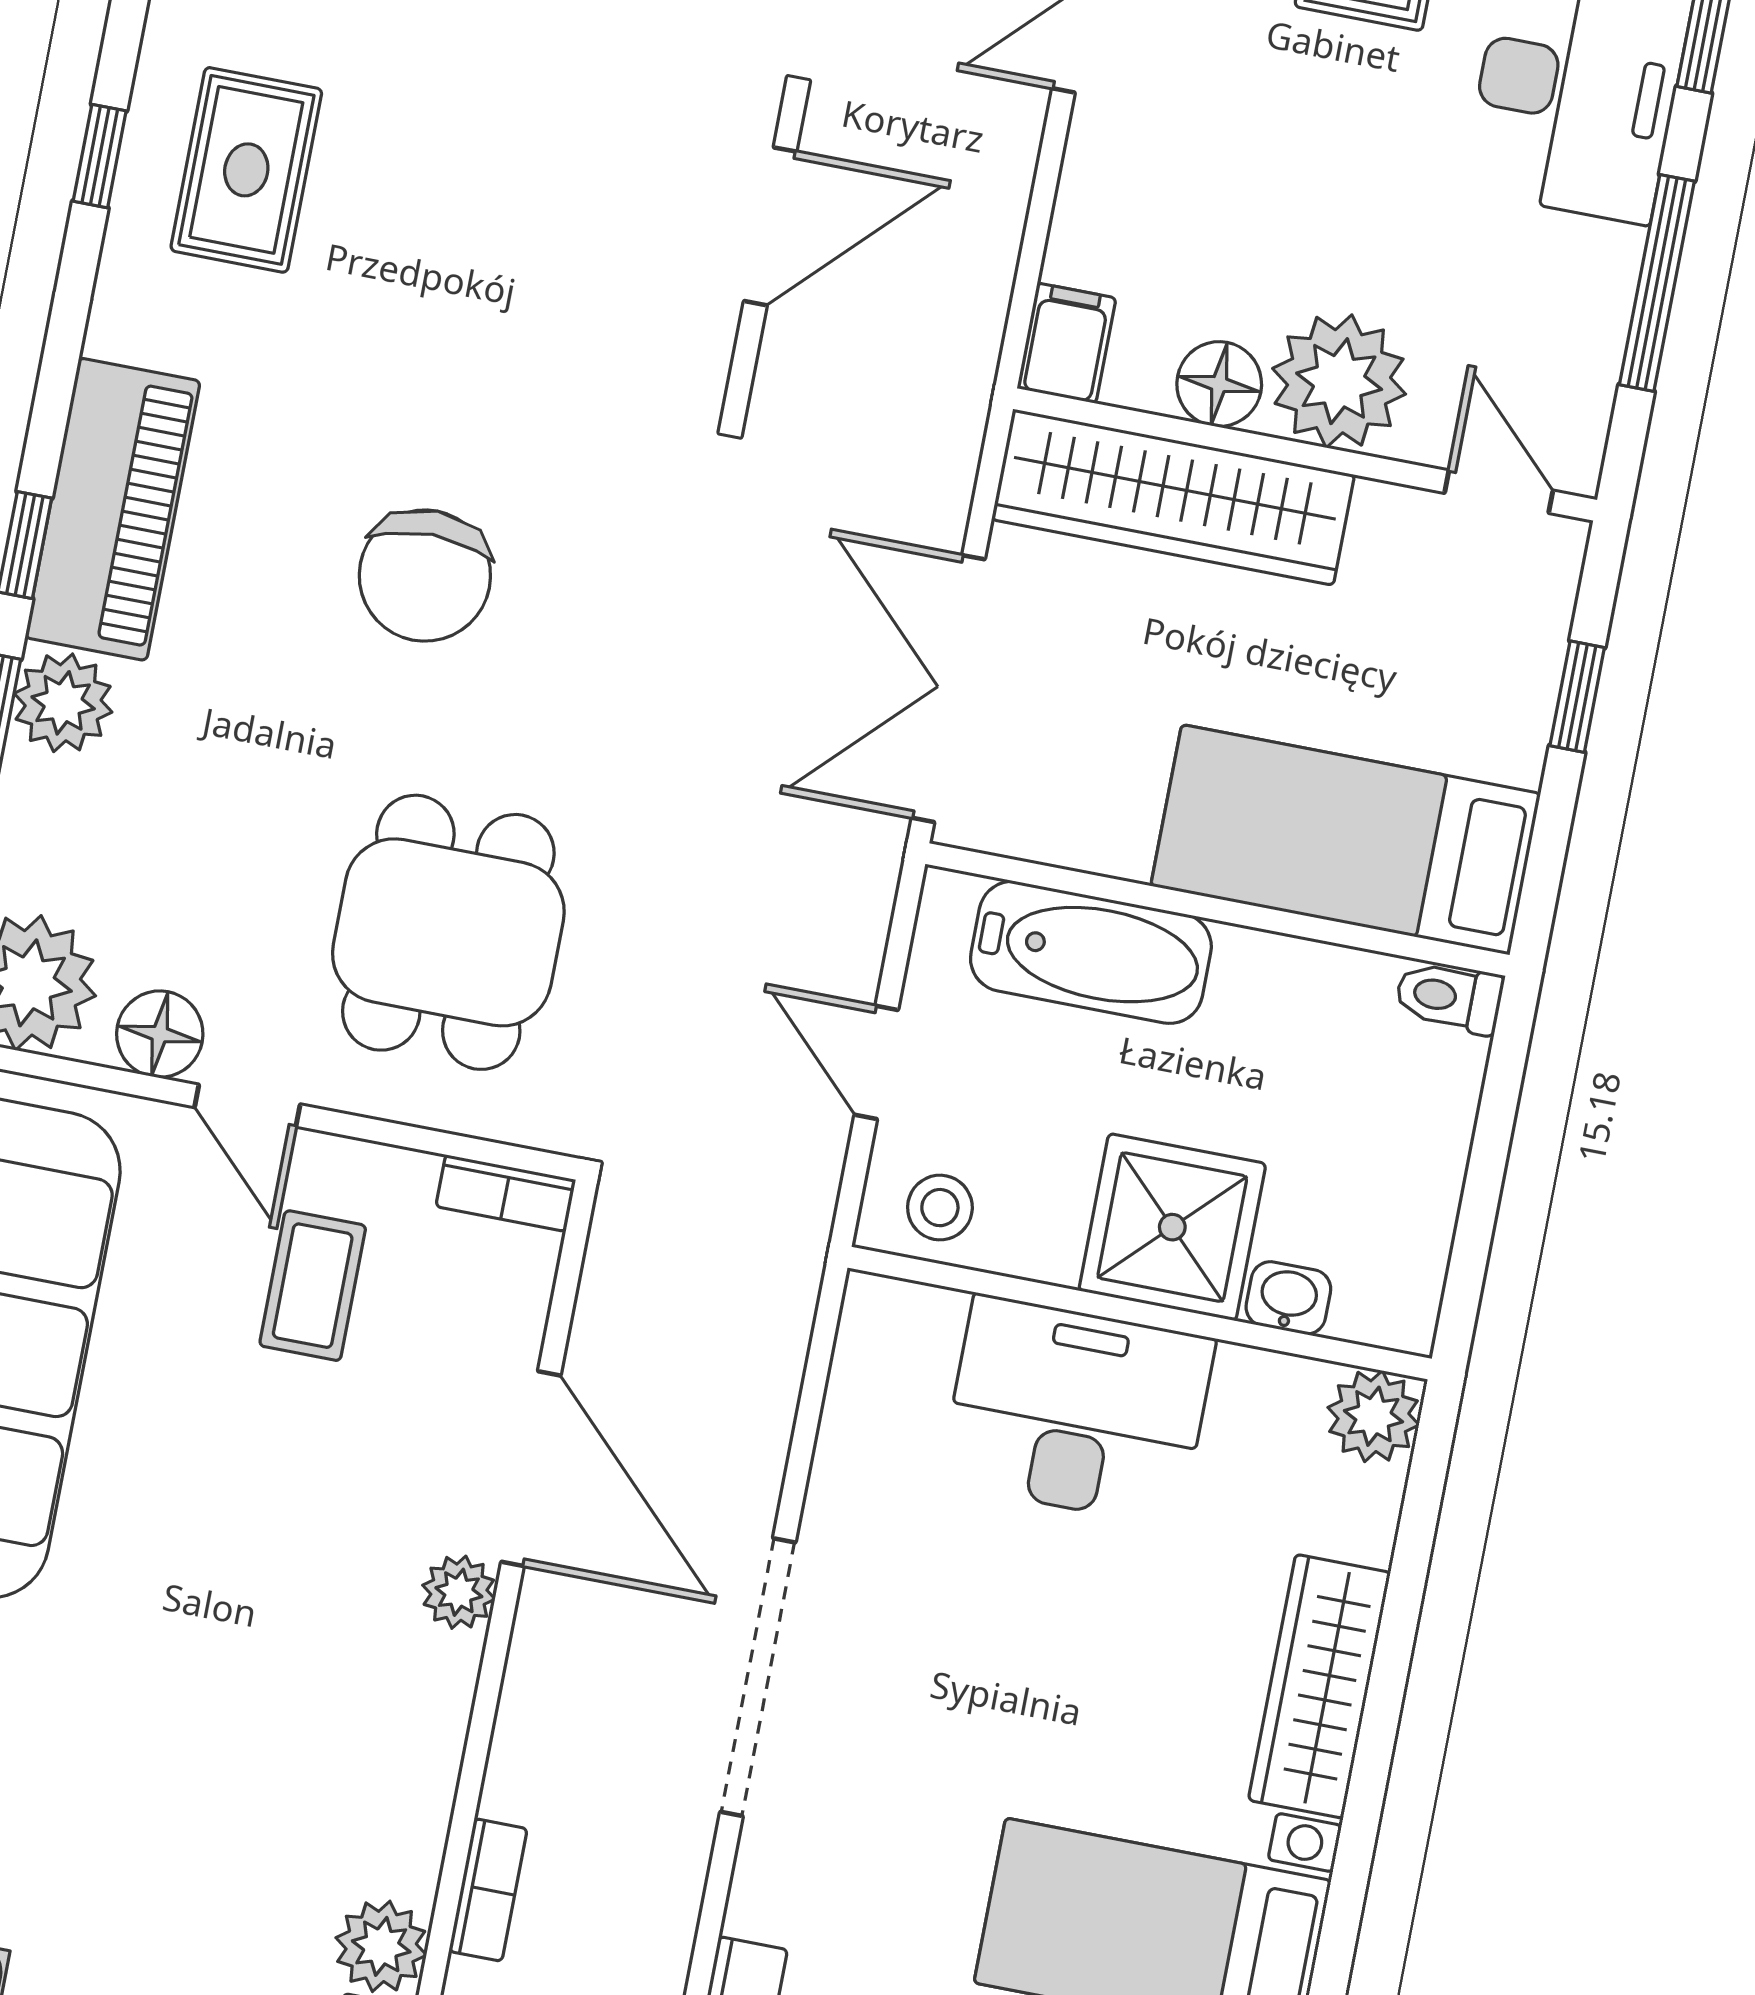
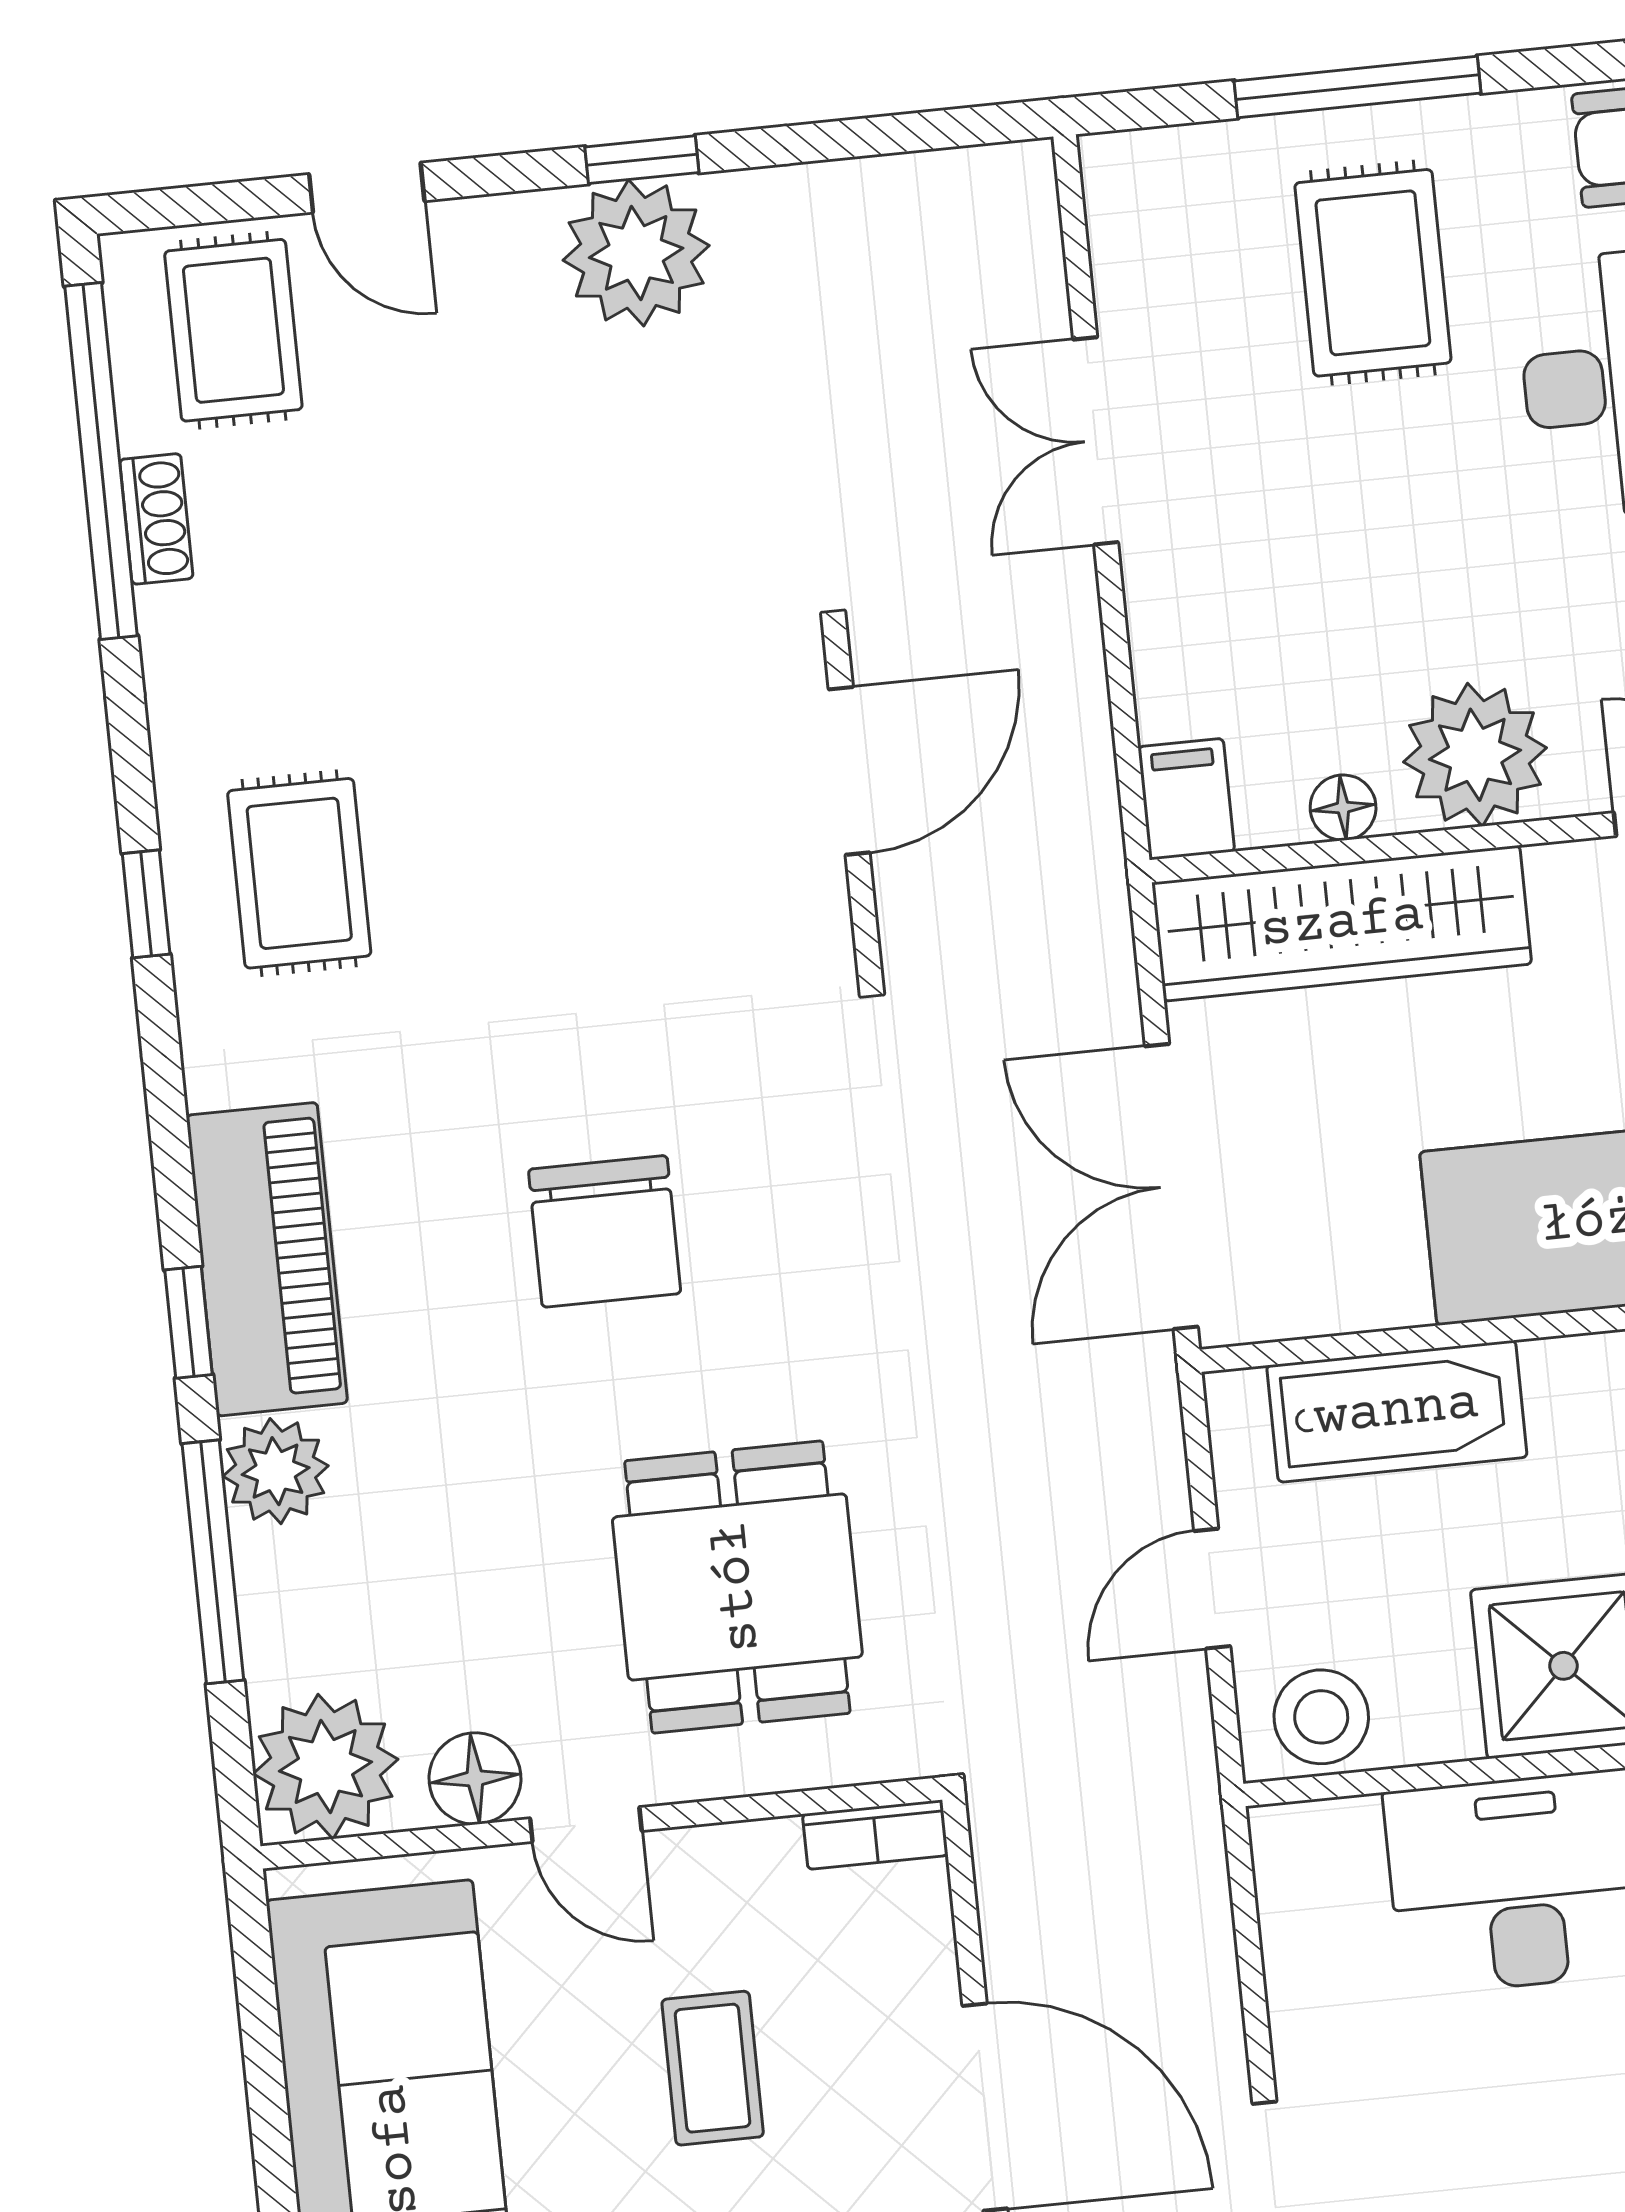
floor lamp: (1219, 384) -> (1343, 808), width x0.73, depth x0.73
door: (876, 1062) -> (1212, 1589), hinge flipped
stool: (940, 1208) -> (1321, 1717), width x1.37, depth x1.37
coffee table: (313, 1286) -> (713, 2068), moved

